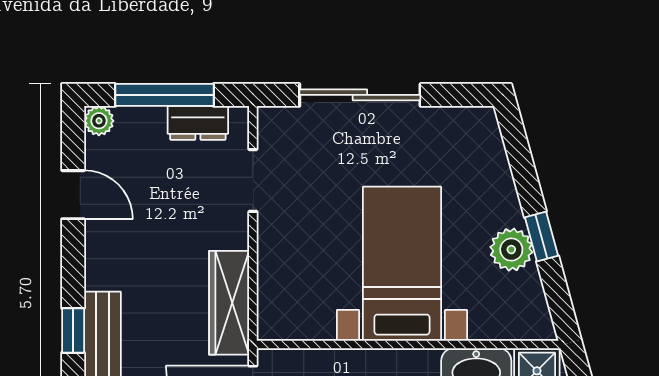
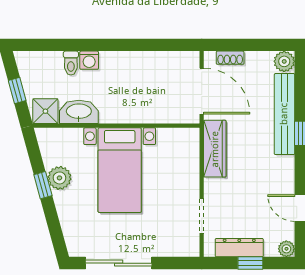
window: (164, 95) -> (250, 263), width x0.46
sliding door: (360, 95) -> (119, 263), moved
dresser: (198, 123) -> (239, 248), width x1.44

